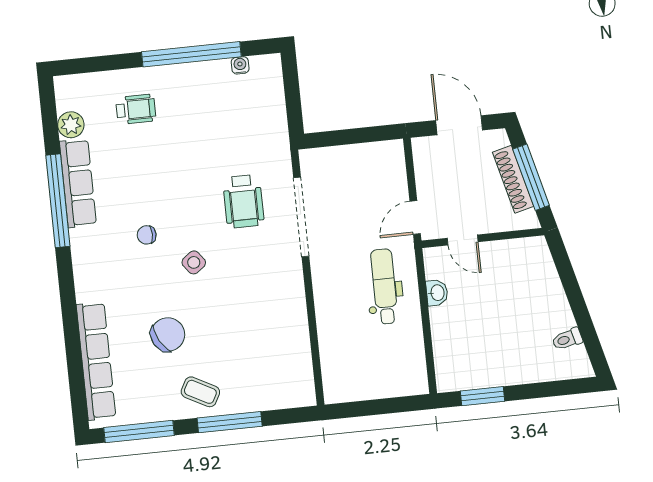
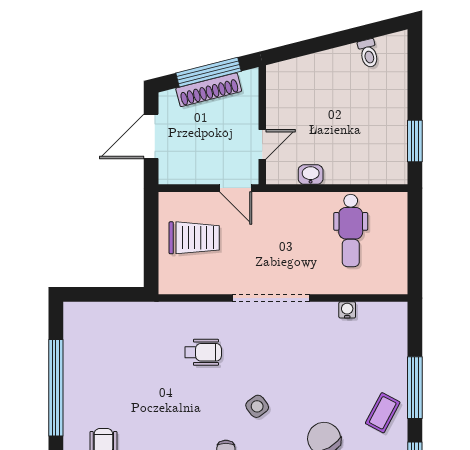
water cooler: (240, 65) -> (347, 310), moved, turned 90
trolley: (360, 180) -> (194, 238), added
wheelchair: (243, 201) -> (203, 352), width x0.73, depth x0.73
doorway: (301, 217) -> (271, 298), moved
dental chair: (384, 286) -> (351, 230), moved, turned -90

